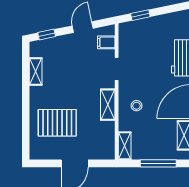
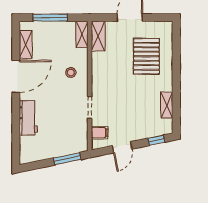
window: (140, 15) -> (67, 159), width x1.50
shelving: (108, 105) -> (98, 36), moved
pallet: (57, 123) -> (146, 56), turned 90

